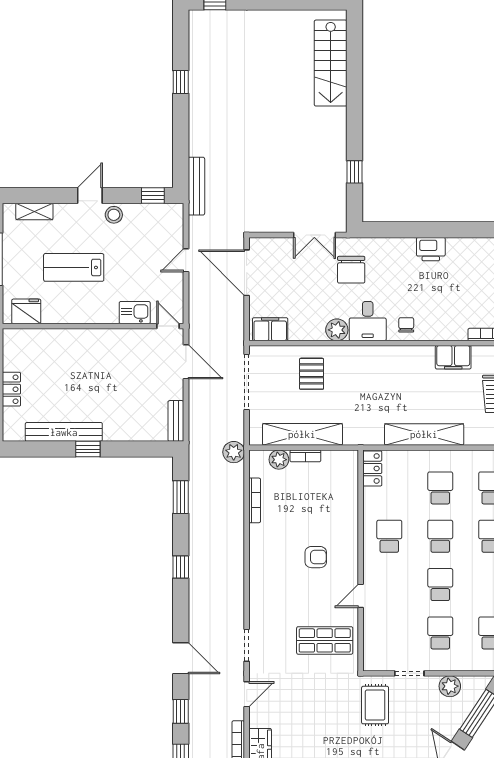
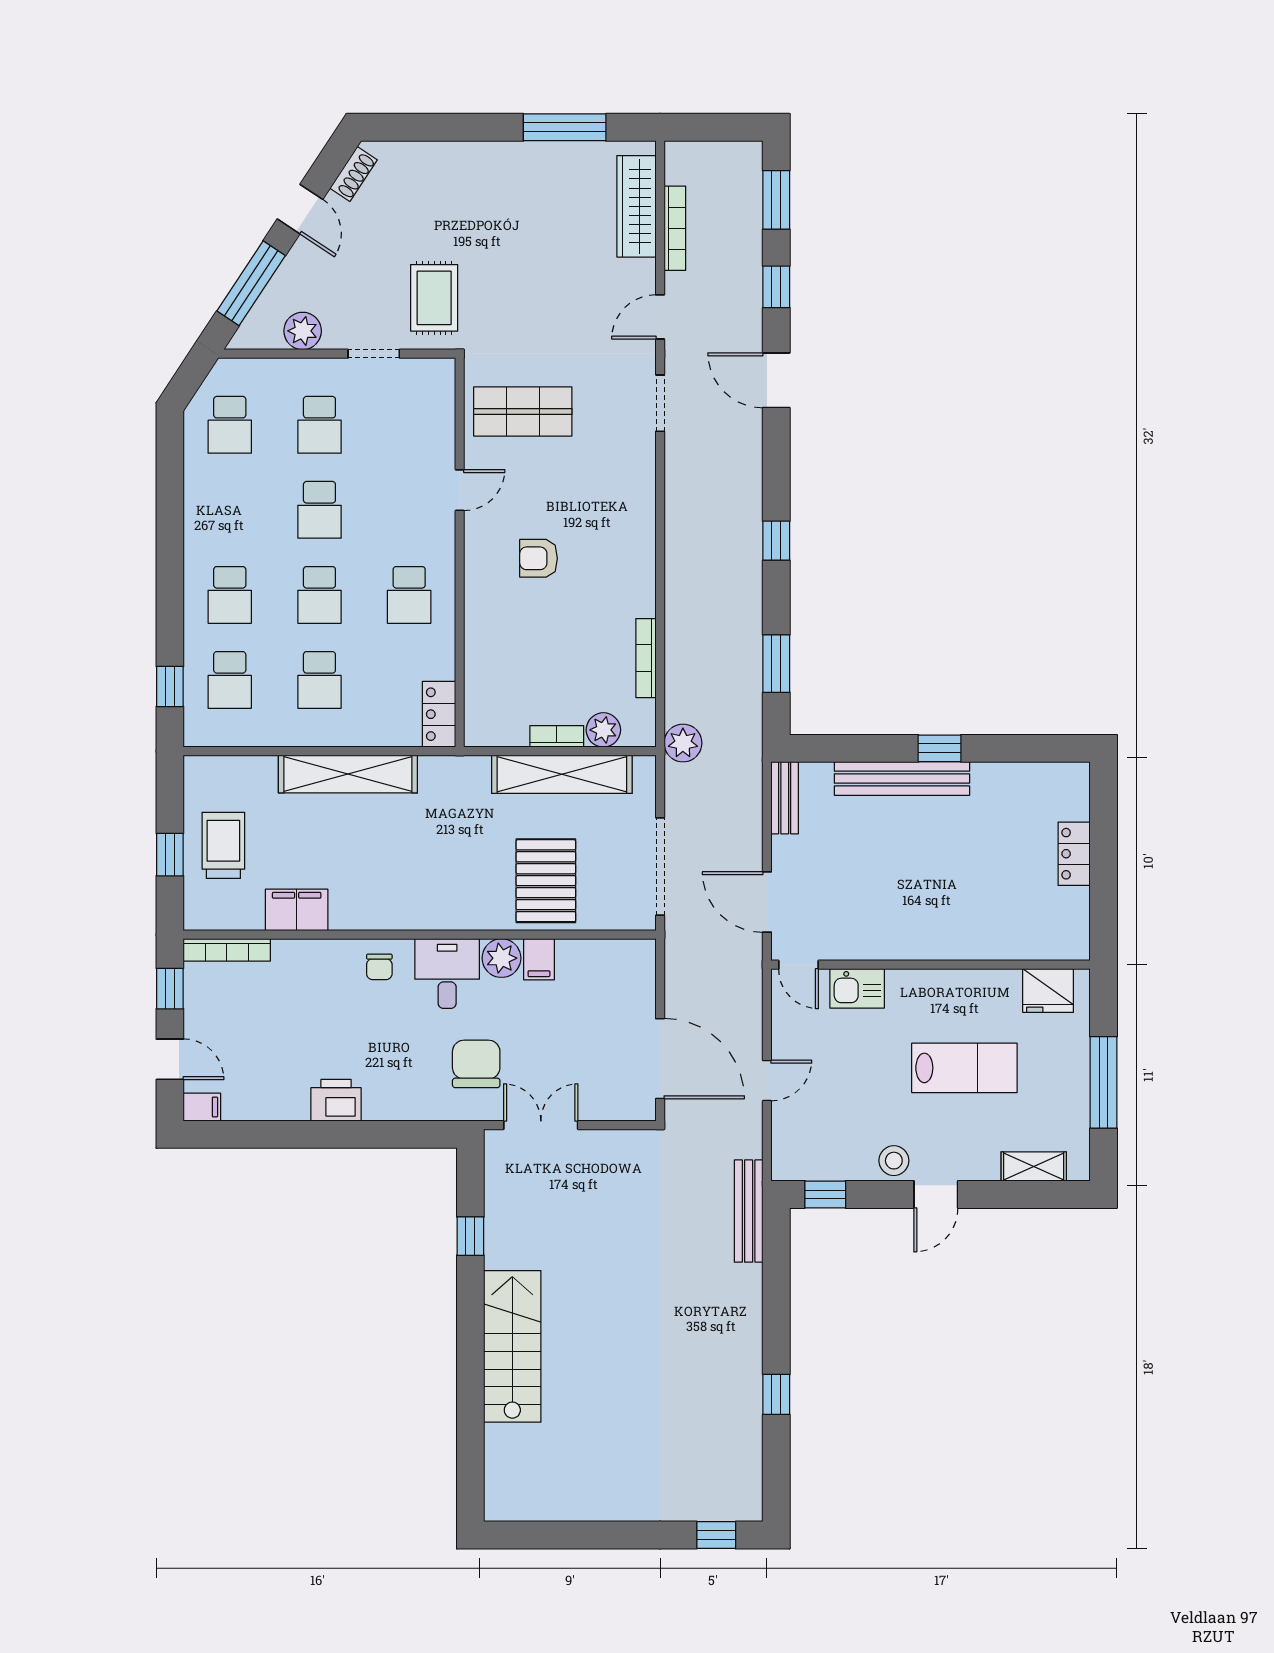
stairs: (331, 63) -> (512, 1346), moved
filing cabinet: (270, 329) -> (539, 959), moved, width x0.50
pallet: (312, 374) -> (546, 881), width x1.50, depth x1.42
bench: (64, 432) -> (902, 779), moved

